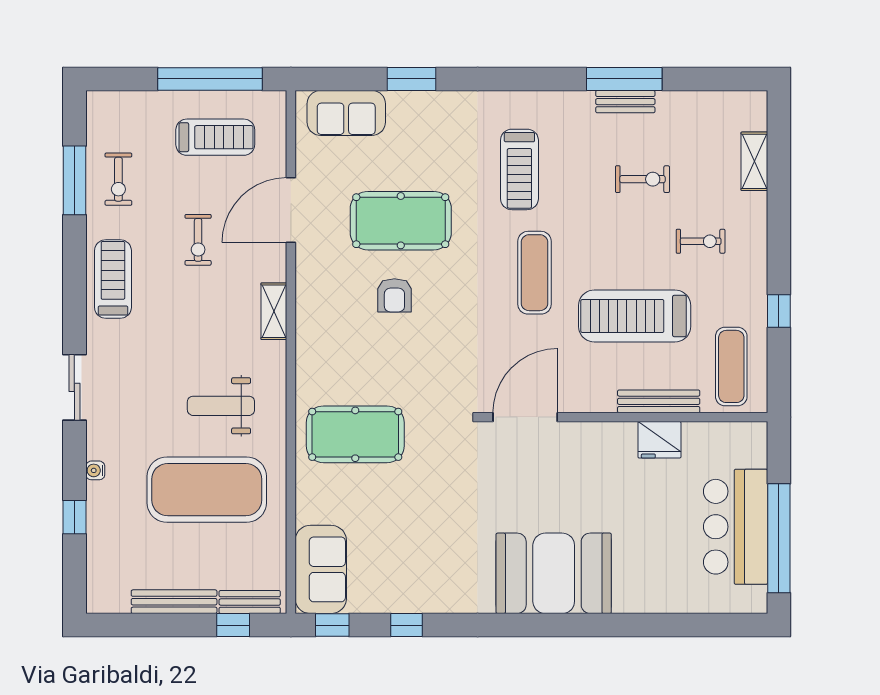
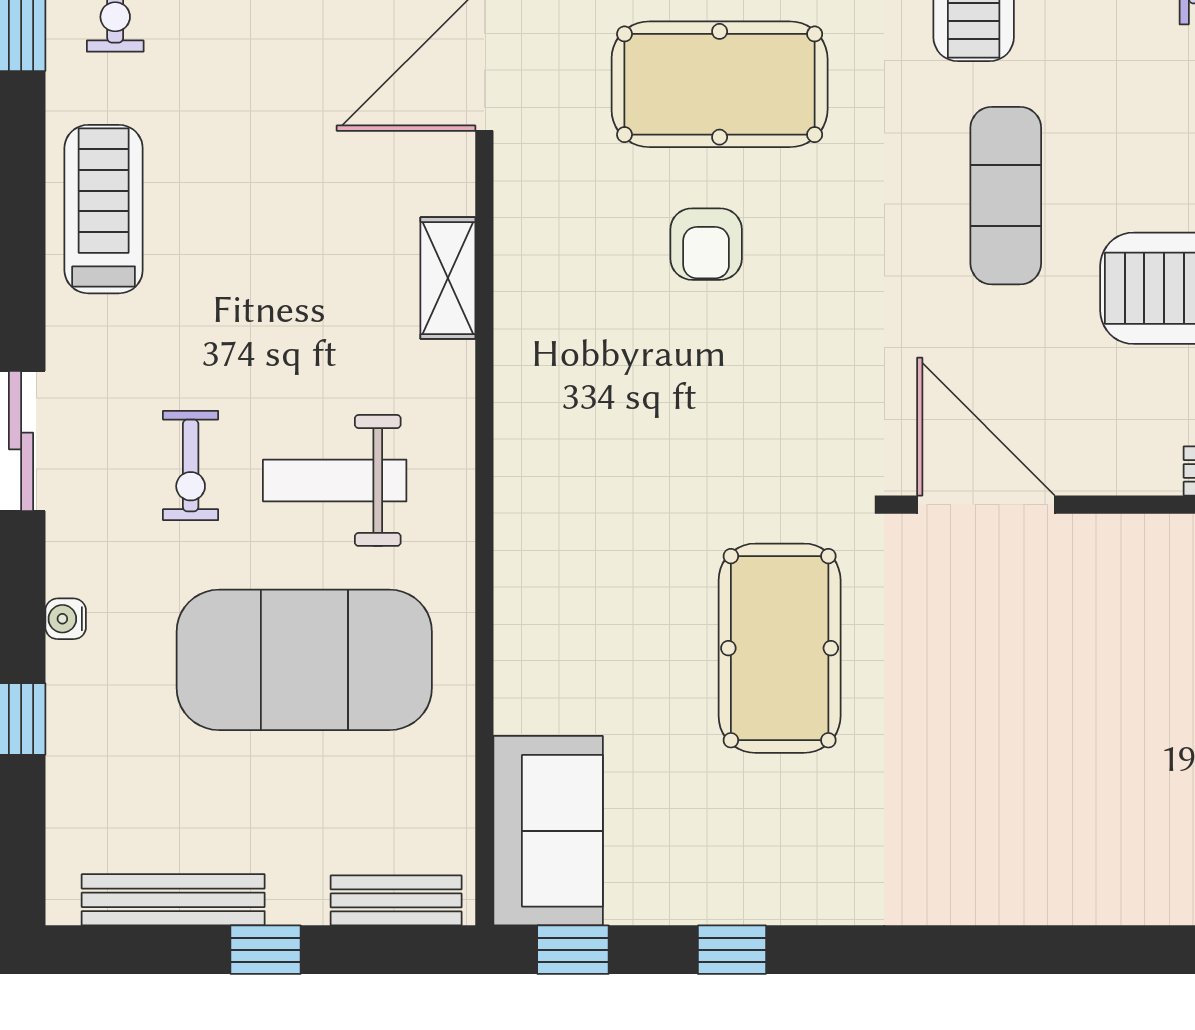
exercise bike: (198, 240) -> (191, 465), moved
door: (525, 417) -> (986, 505), hinge flipped
pool table: (355, 434) -> (780, 648), moved, turned 90
booth: (554, 573) -> (1047, 839), removed
bench: (174, 602) -> (173, 900), moved
window: (233, 625) -> (266, 950), moved

